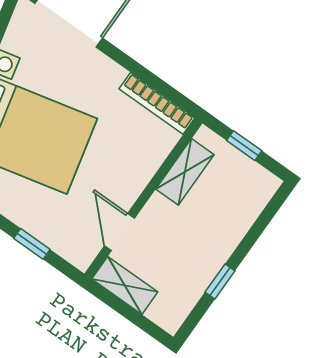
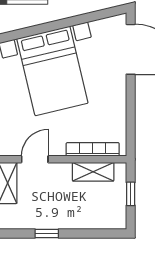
bookcase: (157, 103) -> (93, 149), moved, turned 90

